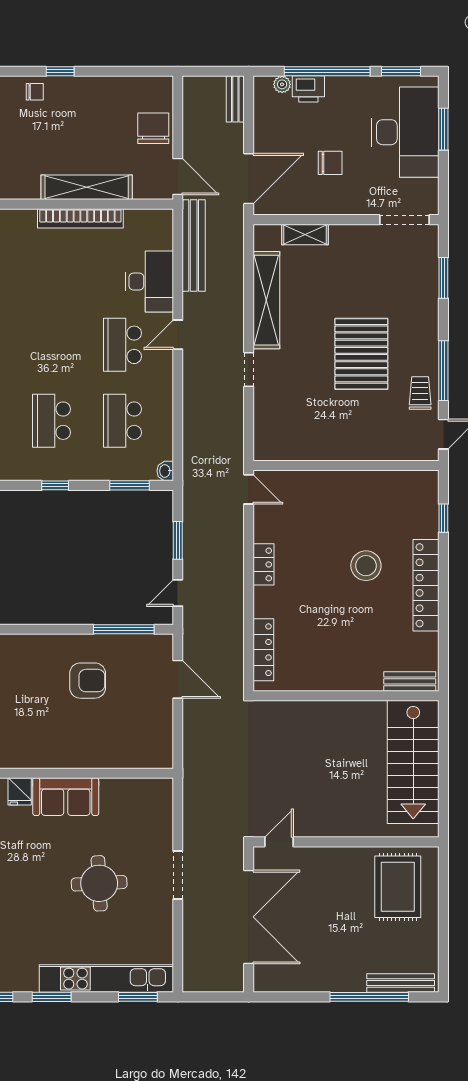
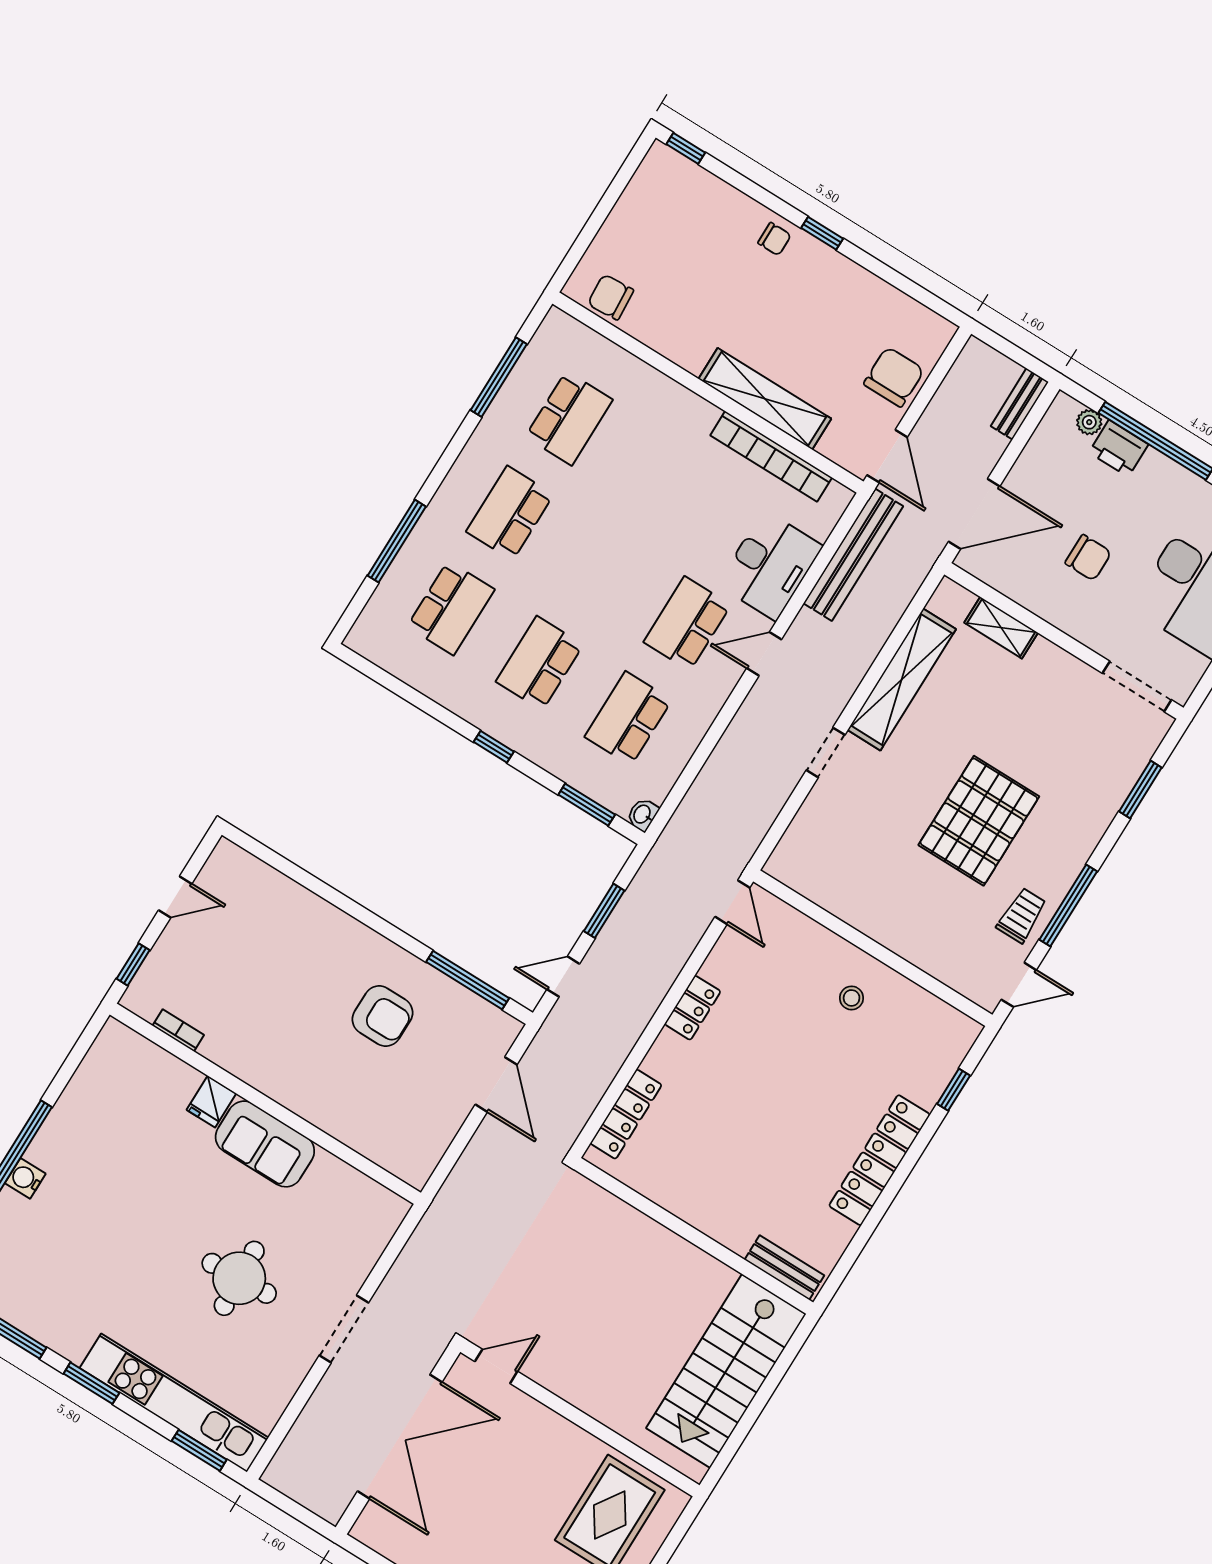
bookcase: (80, 218) -> (771, 456), moved
stool: (366, 566) -> (852, 998), moved, width x0.53, depth x0.53

